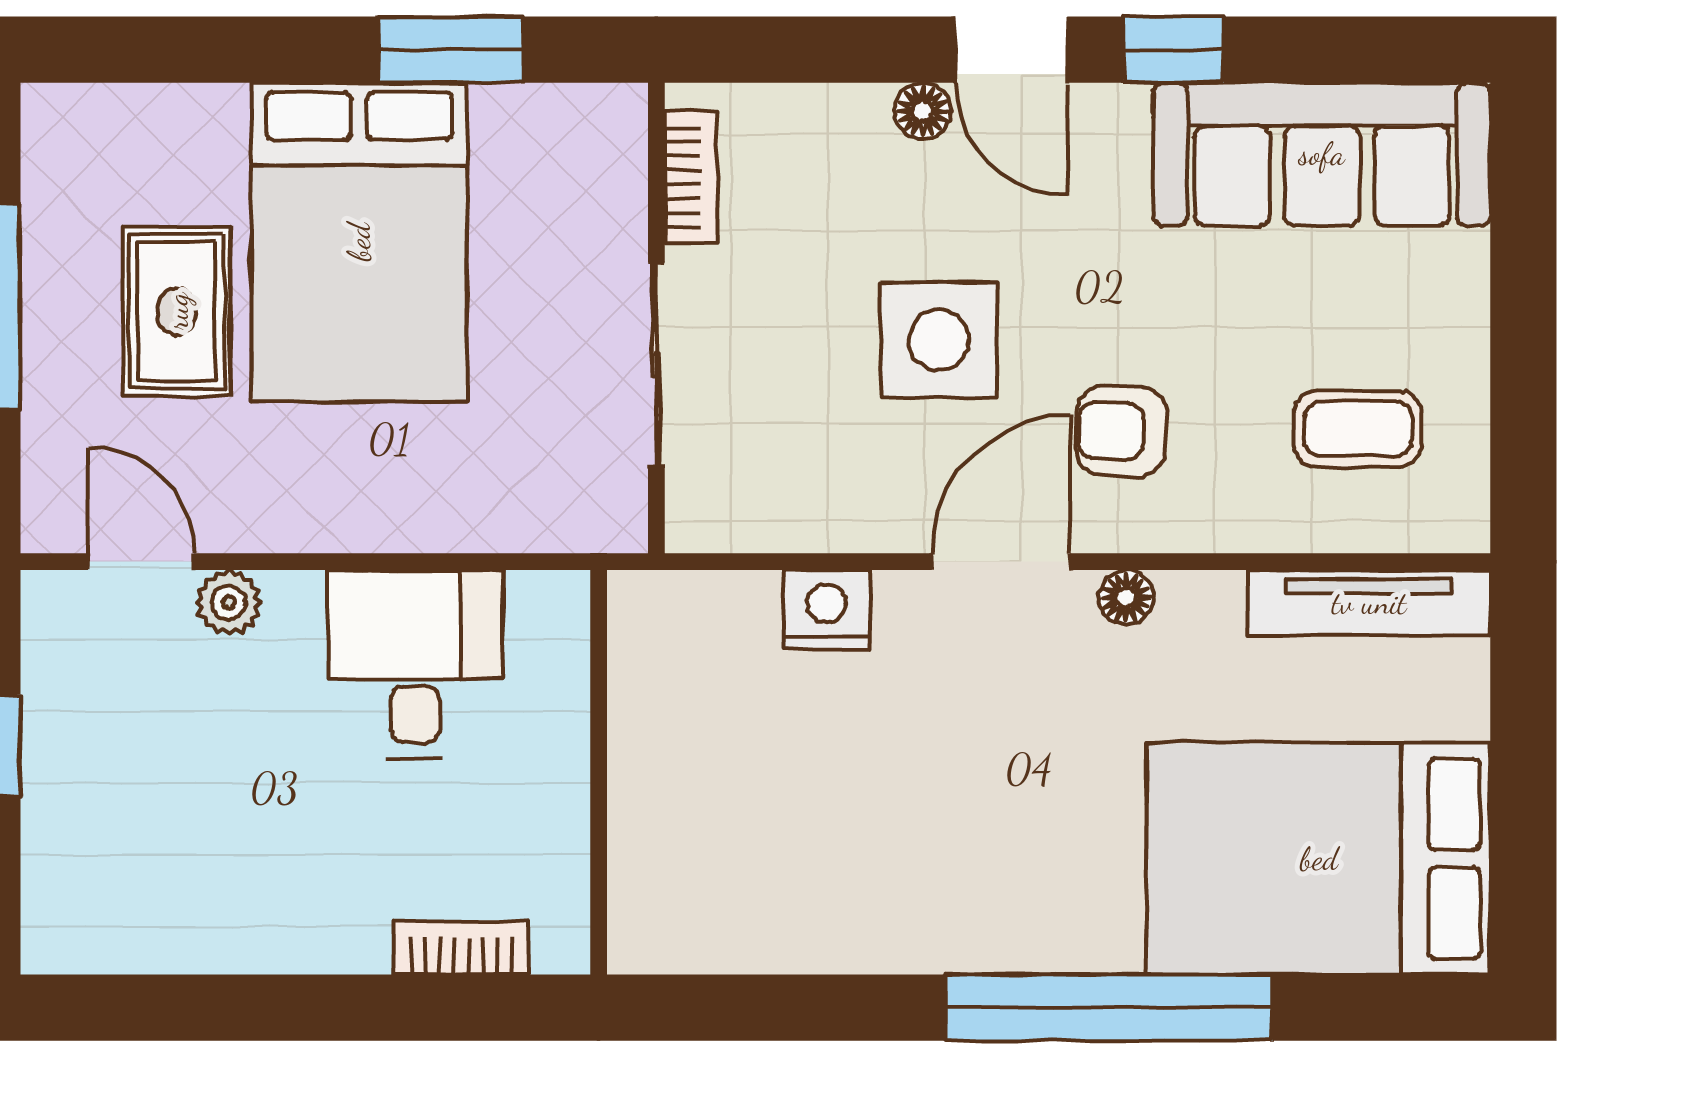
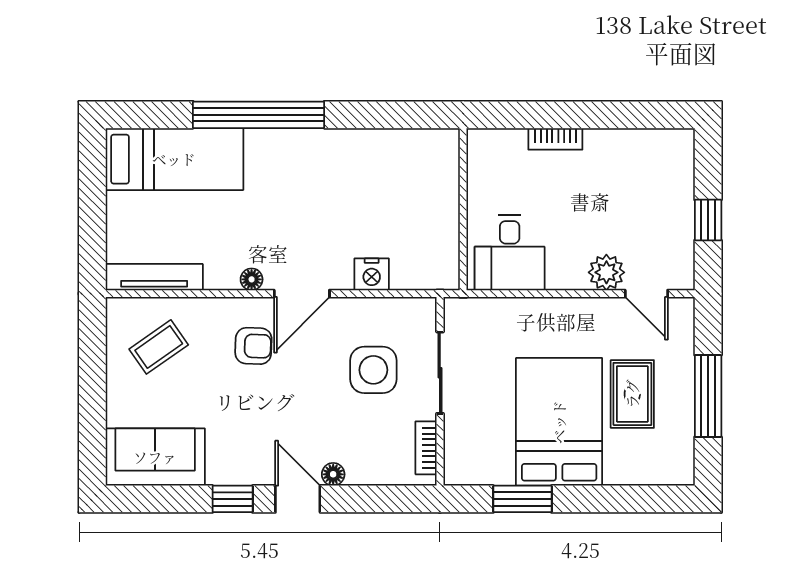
sofa: (1322, 154) -> (155, 457), width x0.73
side table: (939, 340) -> (373, 370), moved
coffee table: (1358, 429) -> (159, 347), turned -35
plant: (229, 603) -> (606, 272), width x1.38, depth x1.38
desk: (415, 664) -> (510, 253), moved
bed: (1319, 859) -> (174, 159), width x0.67
bookcase: (462, 948) -> (555, 139), moved

